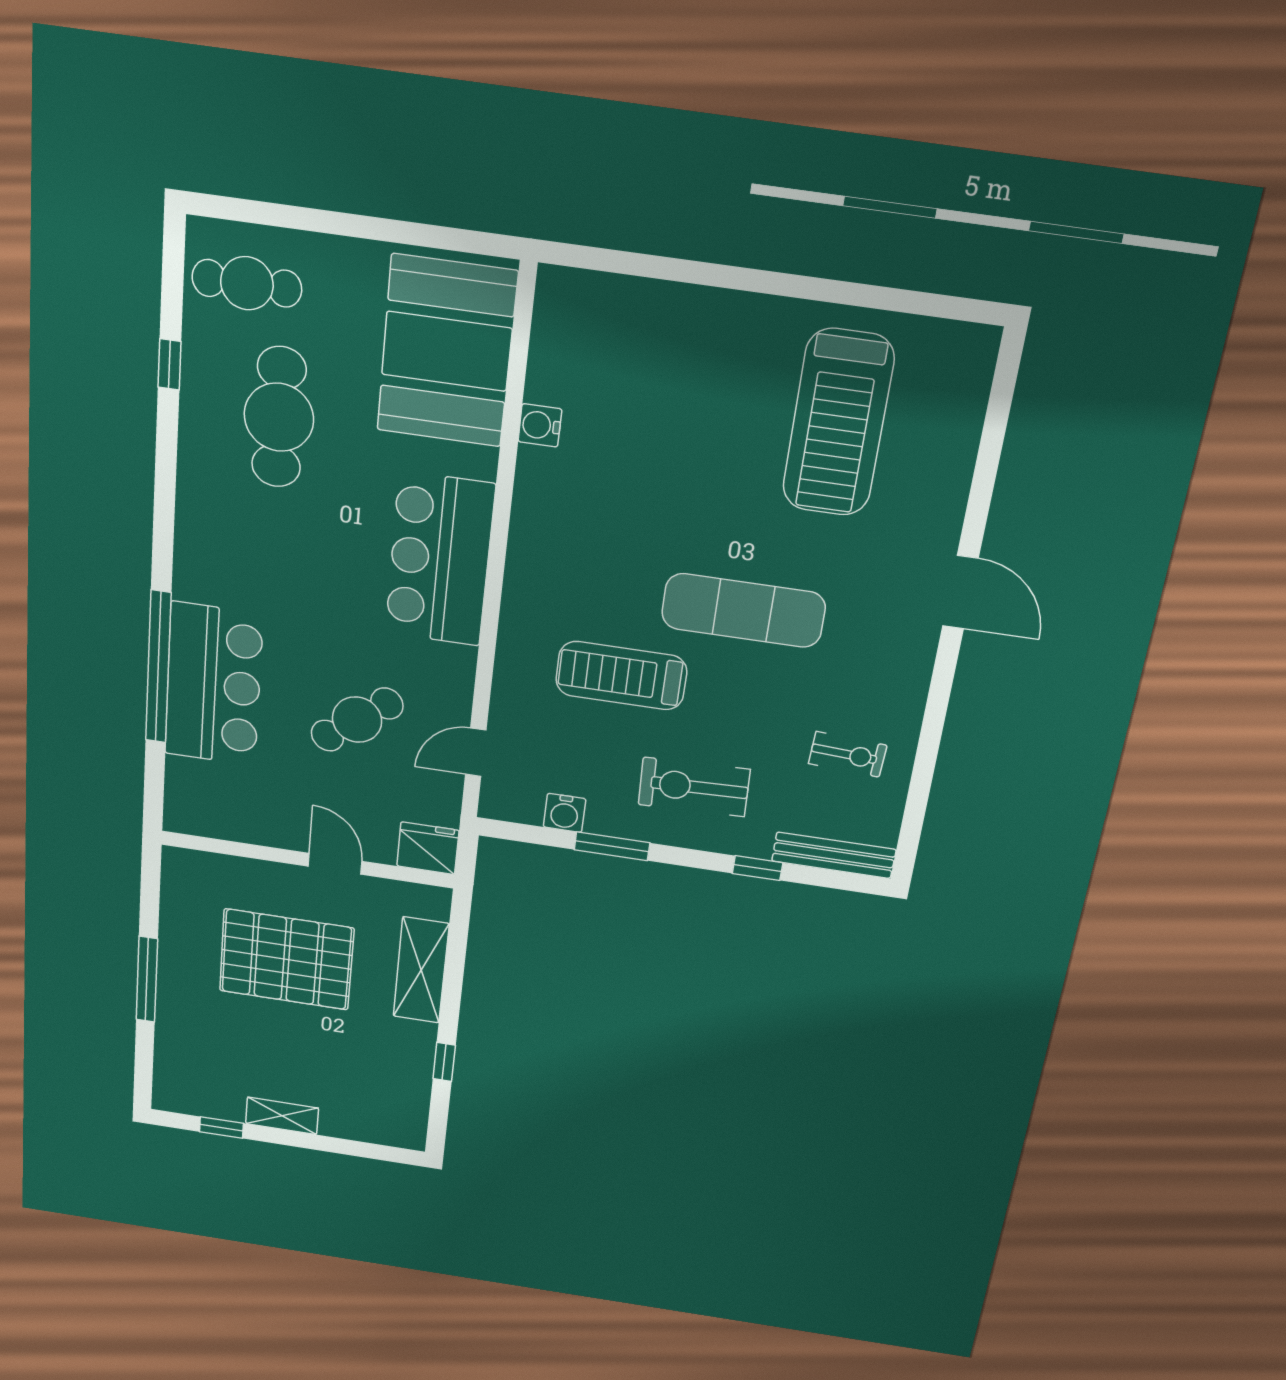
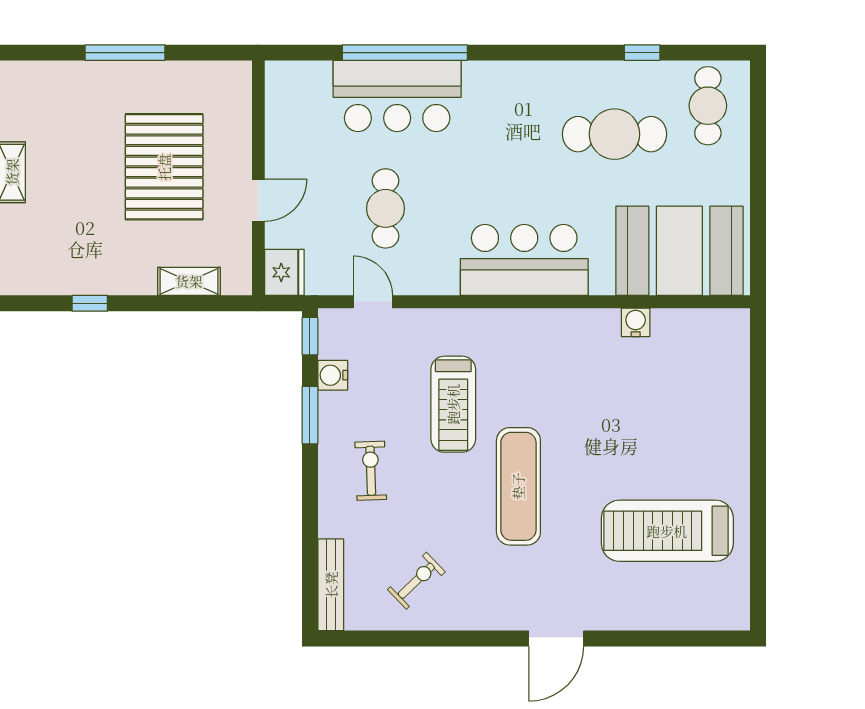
treadmill: (621, 676) -> (453, 404), turned 180
cafe table: (357, 720) -> (385, 208), turned 38
exercise bike: (848, 754) -> (416, 581), turned -137
exercise bike: (694, 787) -> (371, 471), width x0.73, depth x0.72
window: (758, 868) -> (310, 336), moved
shelving: (421, 970) -> (189, 281), width x0.67, depth x0.75

